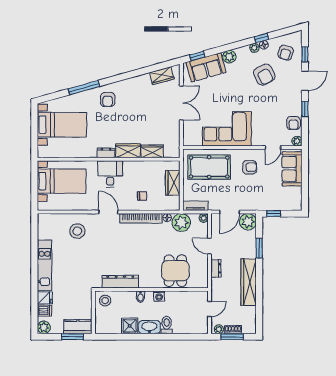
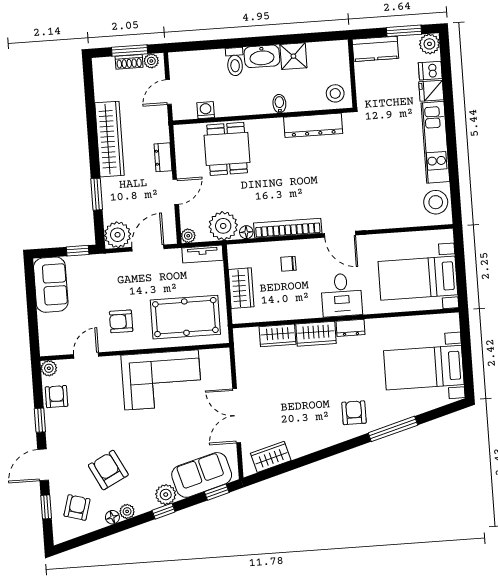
window: (261, 38) -> (164, 511), moved
sofa: (292, 169) -> (51, 285), moved
stool: (77, 231) -> (436, 202), moved
door: (210, 246) -> (176, 192), hinge flipped
washing machine: (159, 296) -> (206, 110), moved
window: (72, 337) -> (404, 31), moved

